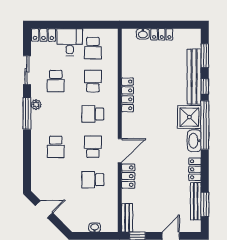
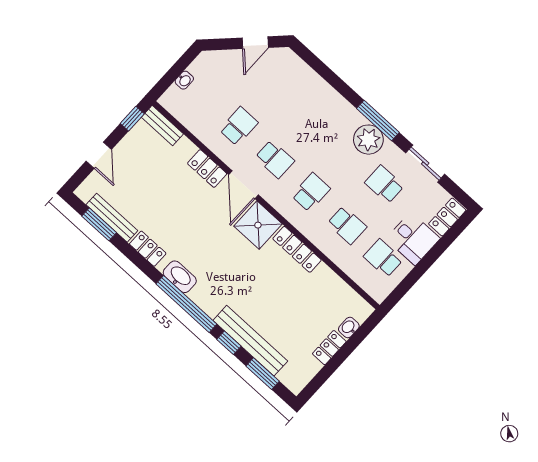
plant: (36, 105) -> (368, 140), width x1.88, depth x1.88
shower: (189, 117) -> (258, 225), moved
school desk: (56, 147) -> (312, 118), removed

